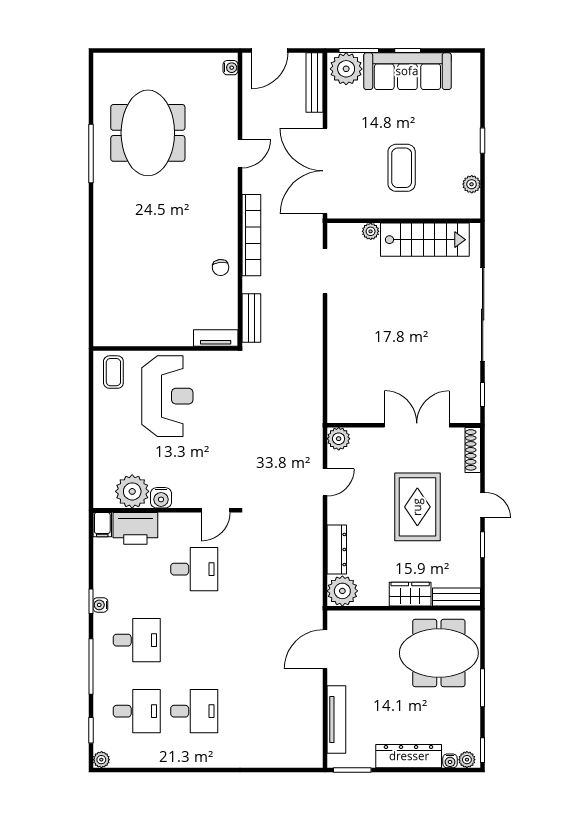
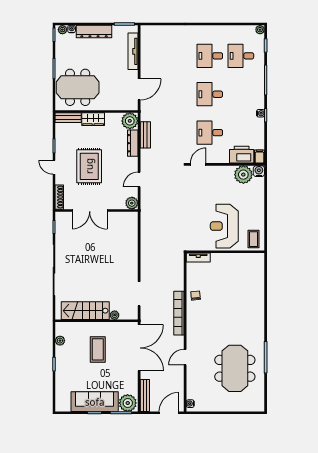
bench: (251, 318) -> (145, 135), moved
water cooler: (161, 498) -> (259, 171), moved
desk: (137, 640) -> (210, 94), moved

